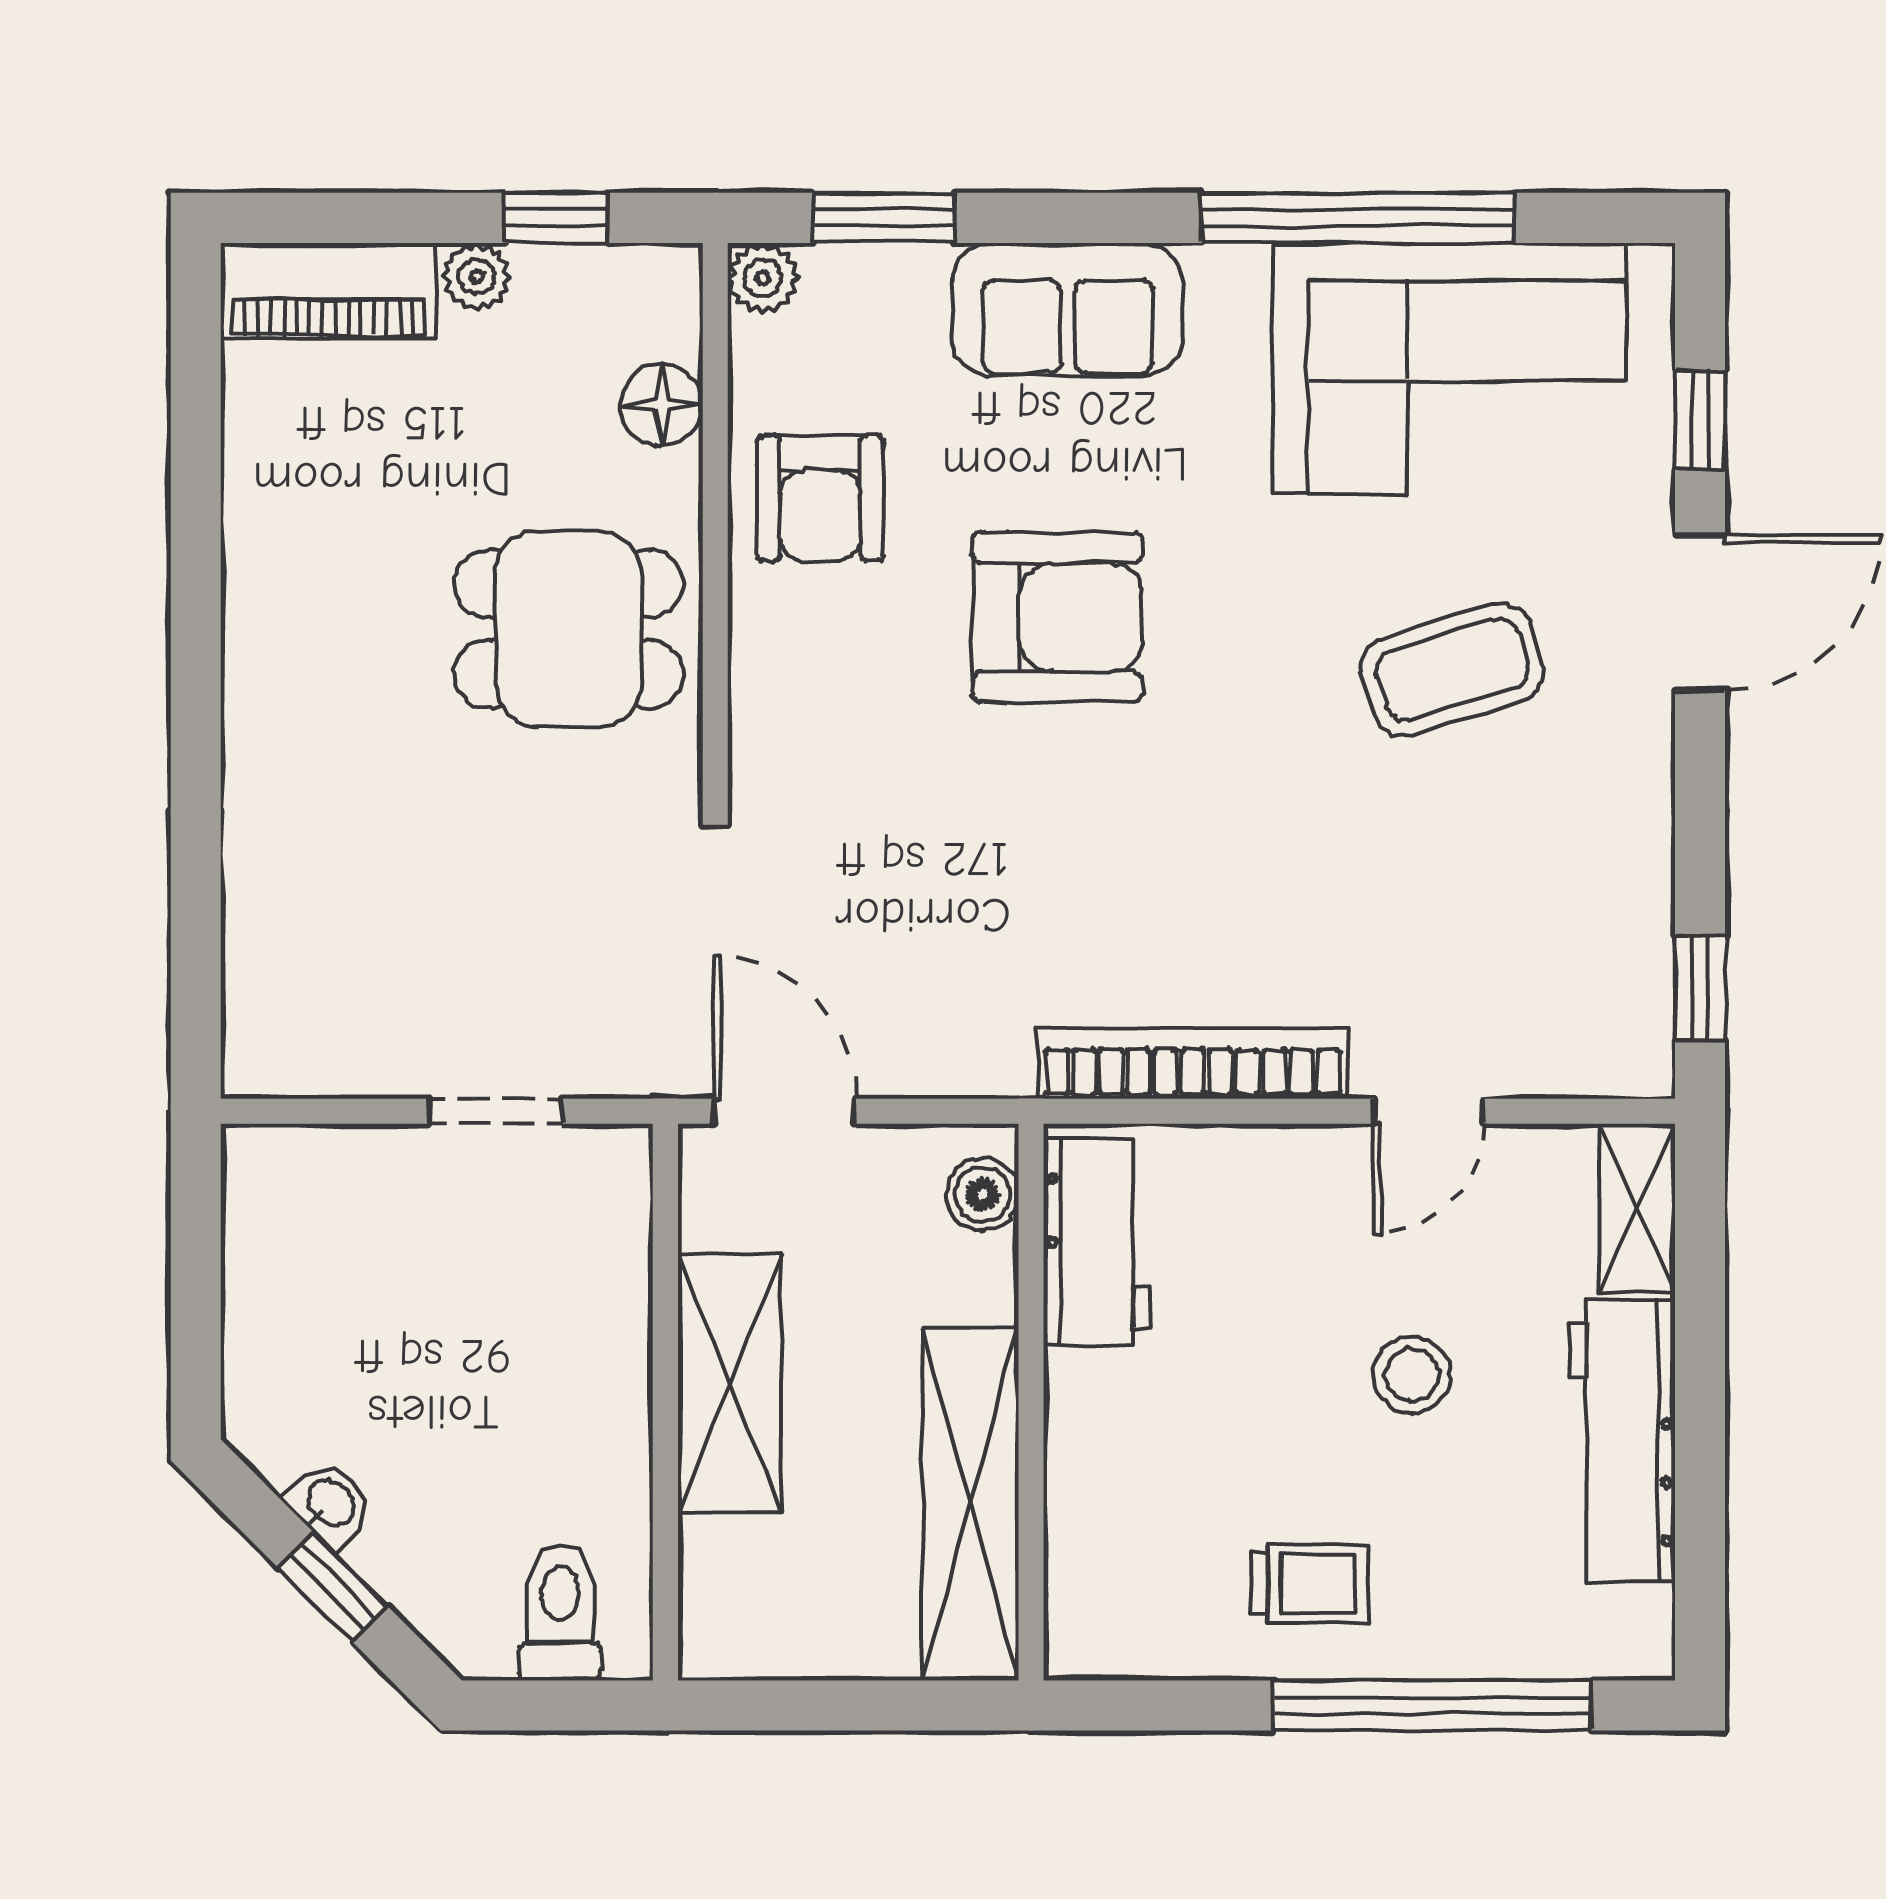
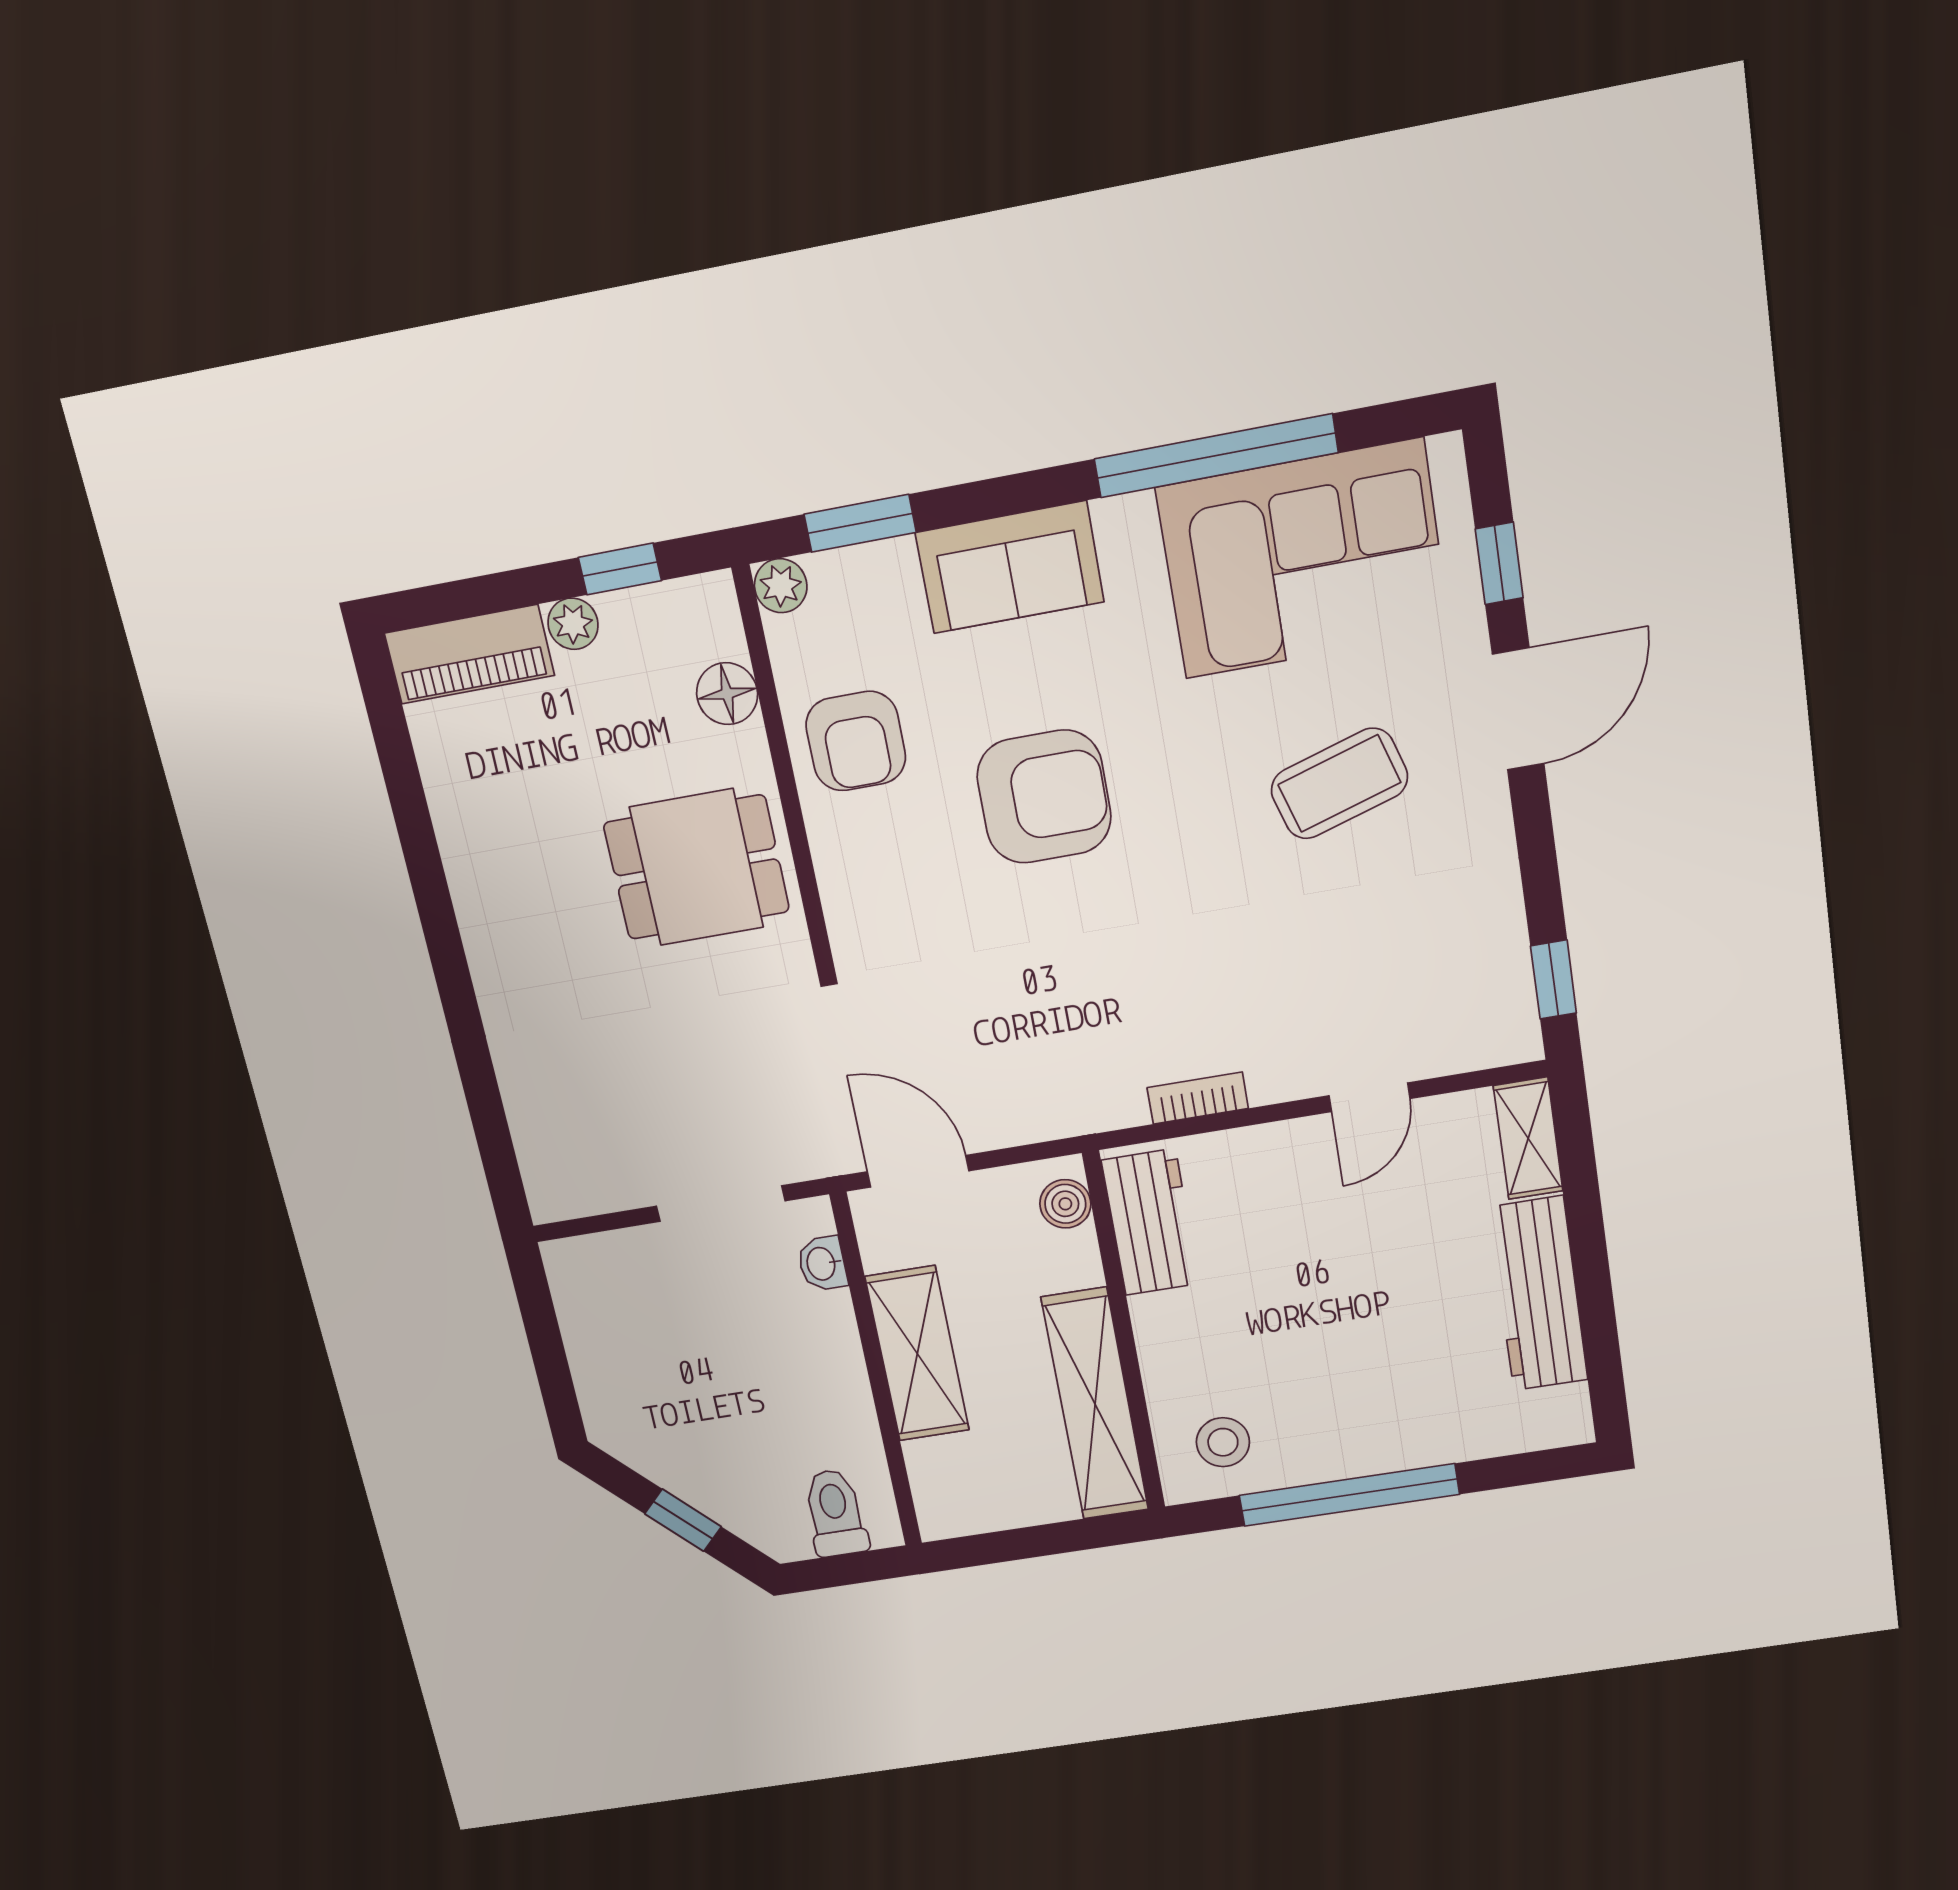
bookcase: (1193, 1063) -> (1198, 1098), width x0.43, depth x0.76
doorway: (496, 1111) -> (721, 1204), width x1.38
stool: (1412, 1375) -> (1223, 1442), moved
washbasin: (330, 1504) -> (822, 1264), moved, turned -135
trolley: (1310, 1584) -> (1335, 1419), removed
window: (1432, 1706) -> (1349, 1495), moved

